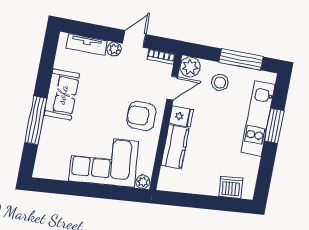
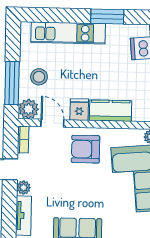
window: (241, 59) -> (12, 83), moved
armchair: (141, 116) -> (86, 149), turned 90
window: (274, 126) -> (107, 16), moved

